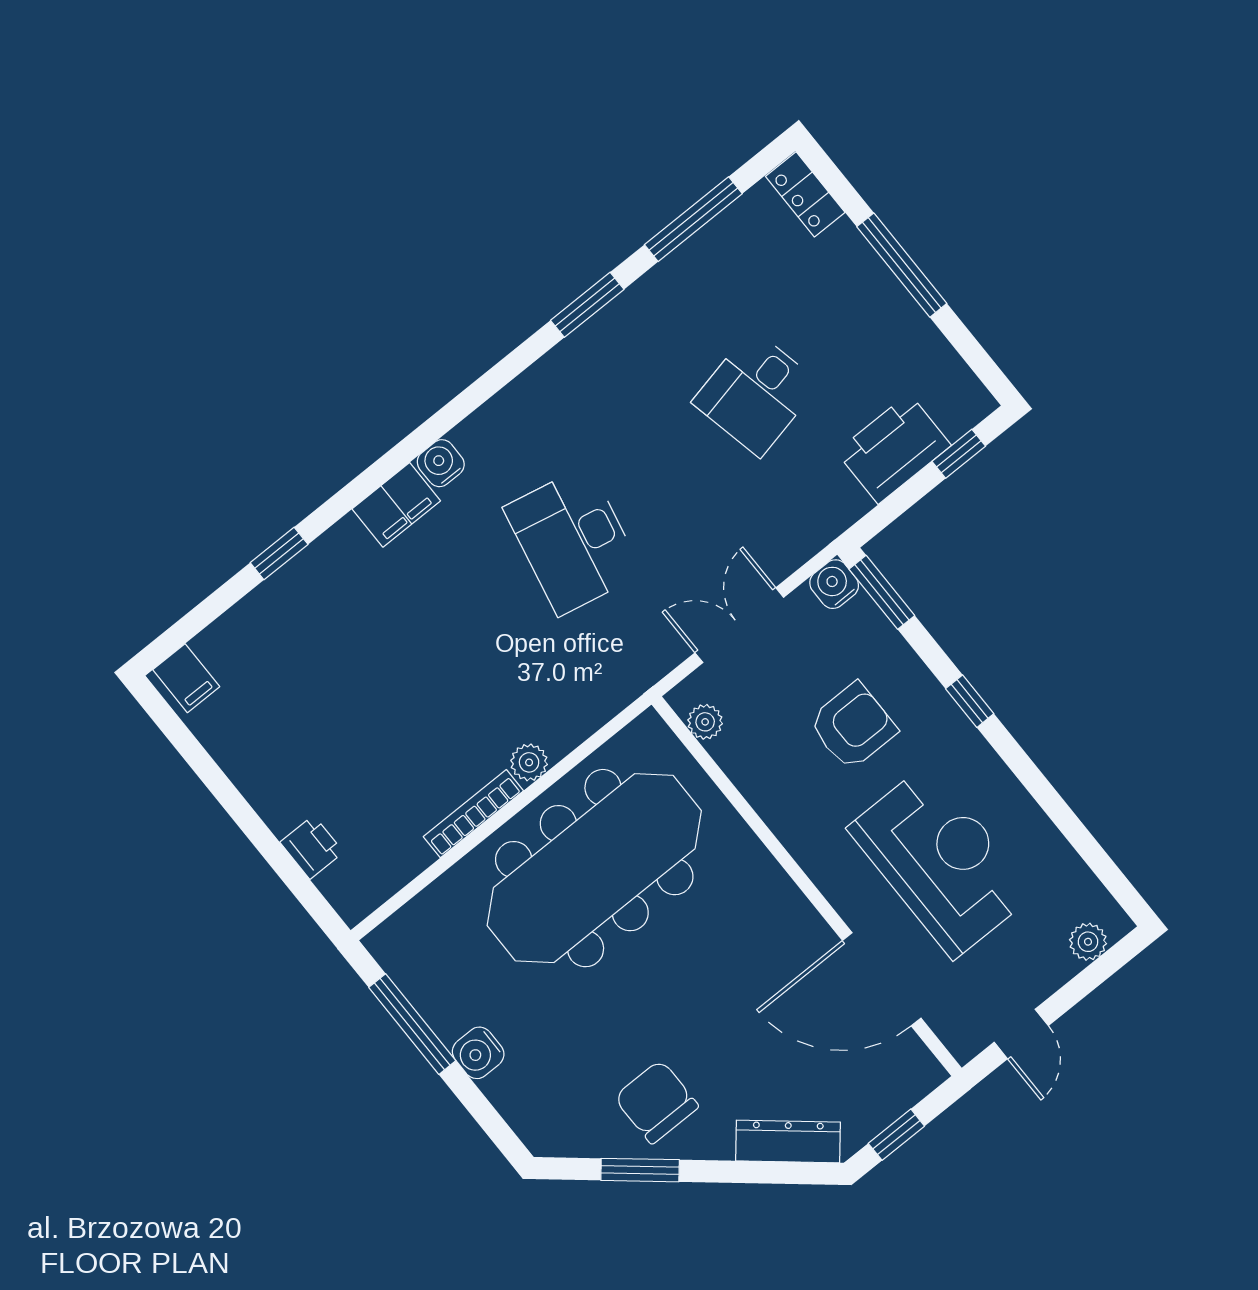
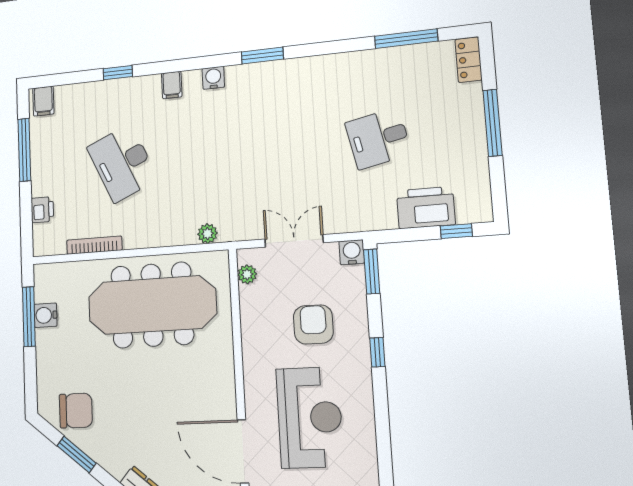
window: (587, 305) -> (262, 56), moved
filing cabinet: (396, 505) -> (172, 85), width x0.50
desk: (573, 541) -> (122, 163), moved, turned -36
armchair: (853, 726) -> (313, 324), turned -90
plant: (529, 762) -> (207, 234), moved
window: (212, 775) -> (24, 150), added
bookcase: (473, 814) -> (94, 245), moved
water cooler: (478, 1053) -> (45, 315), moved
chair: (656, 1102) -> (76, 411), moved, turned 90

